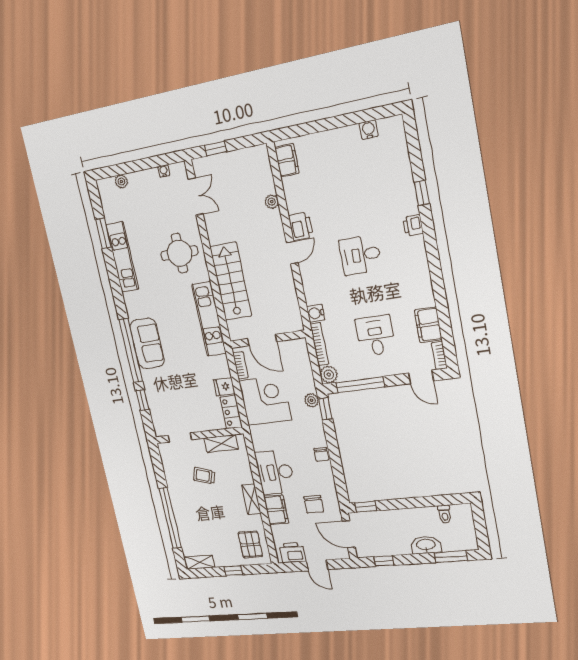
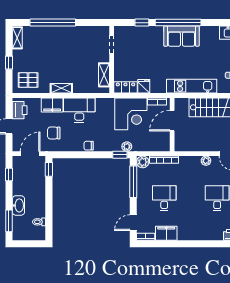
plant: (308, 281) -> (206, 161), added
water cooler: (316, 313) -> (185, 161), removed
desk: (376, 336) -> (164, 198), turned -90
trolley: (204, 476) -> (82, 57), removed

